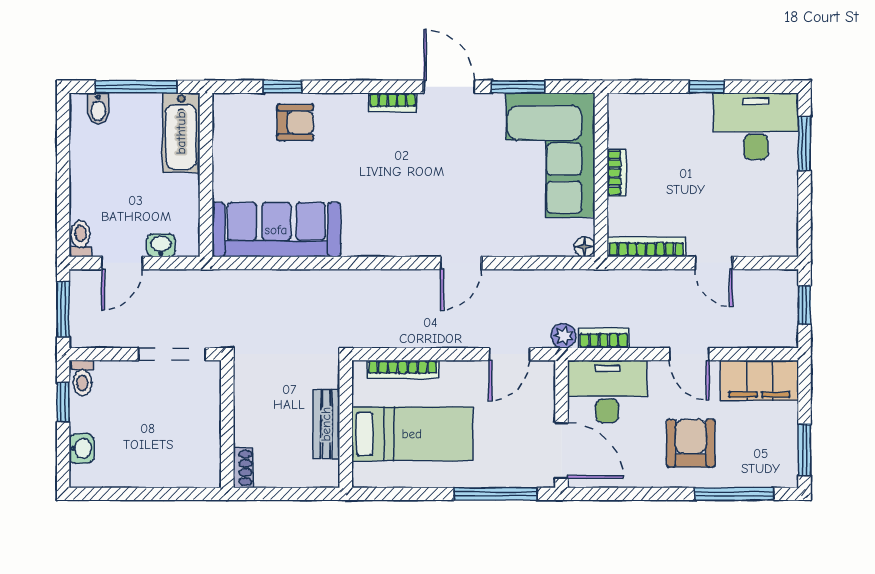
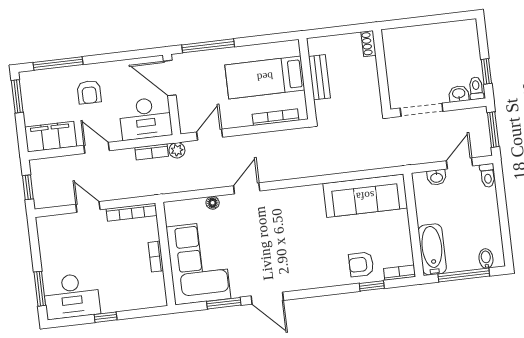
bookcase: (392, 102) -> (399, 273), moved
floor lamp: (585, 247) -> (213, 203), moved
armchair: (691, 443) -> (89, 92), width x0.72, depth x0.72
washbasin: (81, 448) -> (459, 94), moved, turned 90

